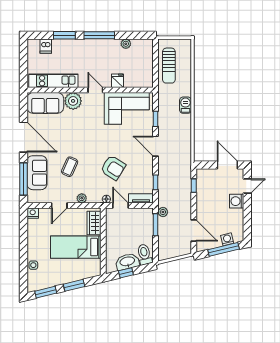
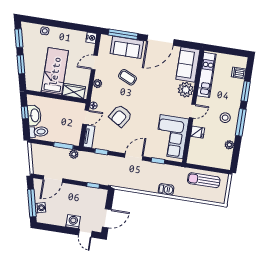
stool: (97, 53) -> (225, 118), added
door: (59, 205) -> (94, 62), hinge flipped

